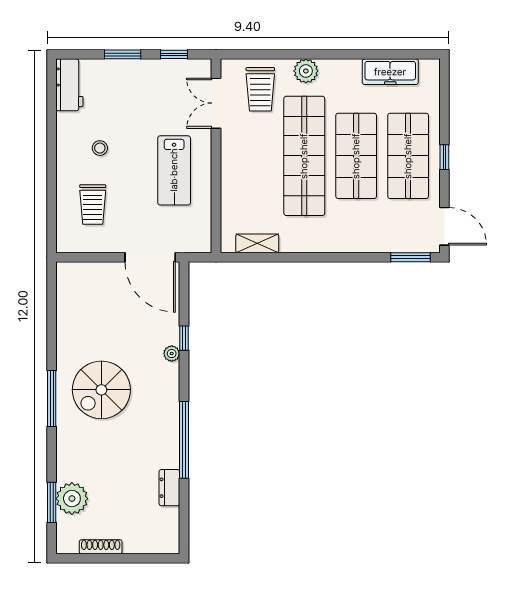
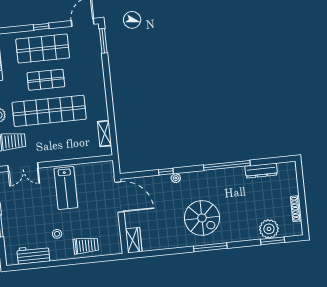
workbench: (69, 85) -> (33, 255), moved
shop shelf: (356, 156) -> (46, 80), width x0.70, depth x0.74
lab bench: (174, 170) -> (66, 188), turned 90
trolley: (93, 205) -> (86, 246), moved
door: (150, 257) -> (119, 197), hinge flipped
wardrobe: (76, 273) -> (134, 240), added
dresser: (169, 488) -> (261, 171), width x1.44

